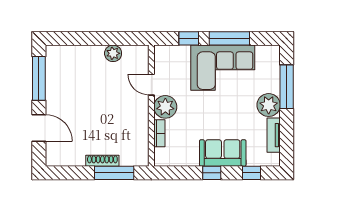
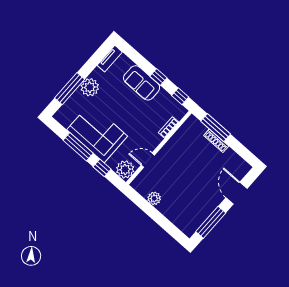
door: (151, 85) -> (148, 160), swing flipped
plant: (165, 107) -> (125, 169), moved
tv unit: (274, 135) -> (110, 59), moved
window: (252, 173) -> (180, 96), moved

